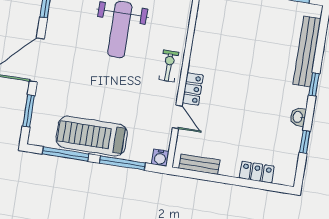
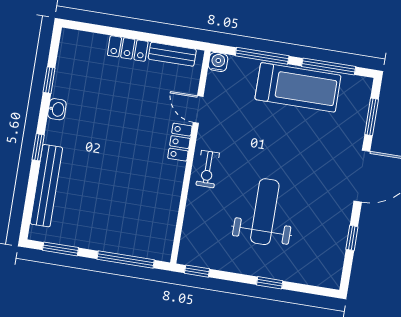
locker: (257, 172) -> (128, 48), moved

